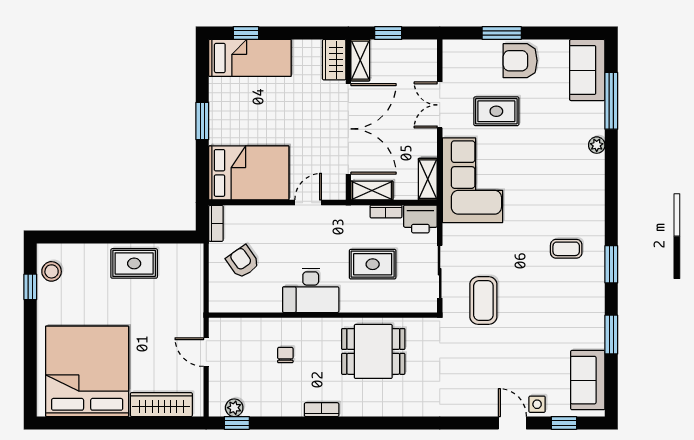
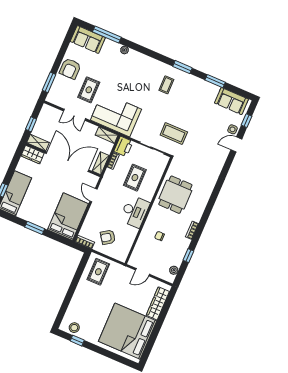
window: (502, 33) -> (49, 82), moved
rug: (134, 263) -> (98, 272), moved
window: (237, 423) -> (188, 256), moved

